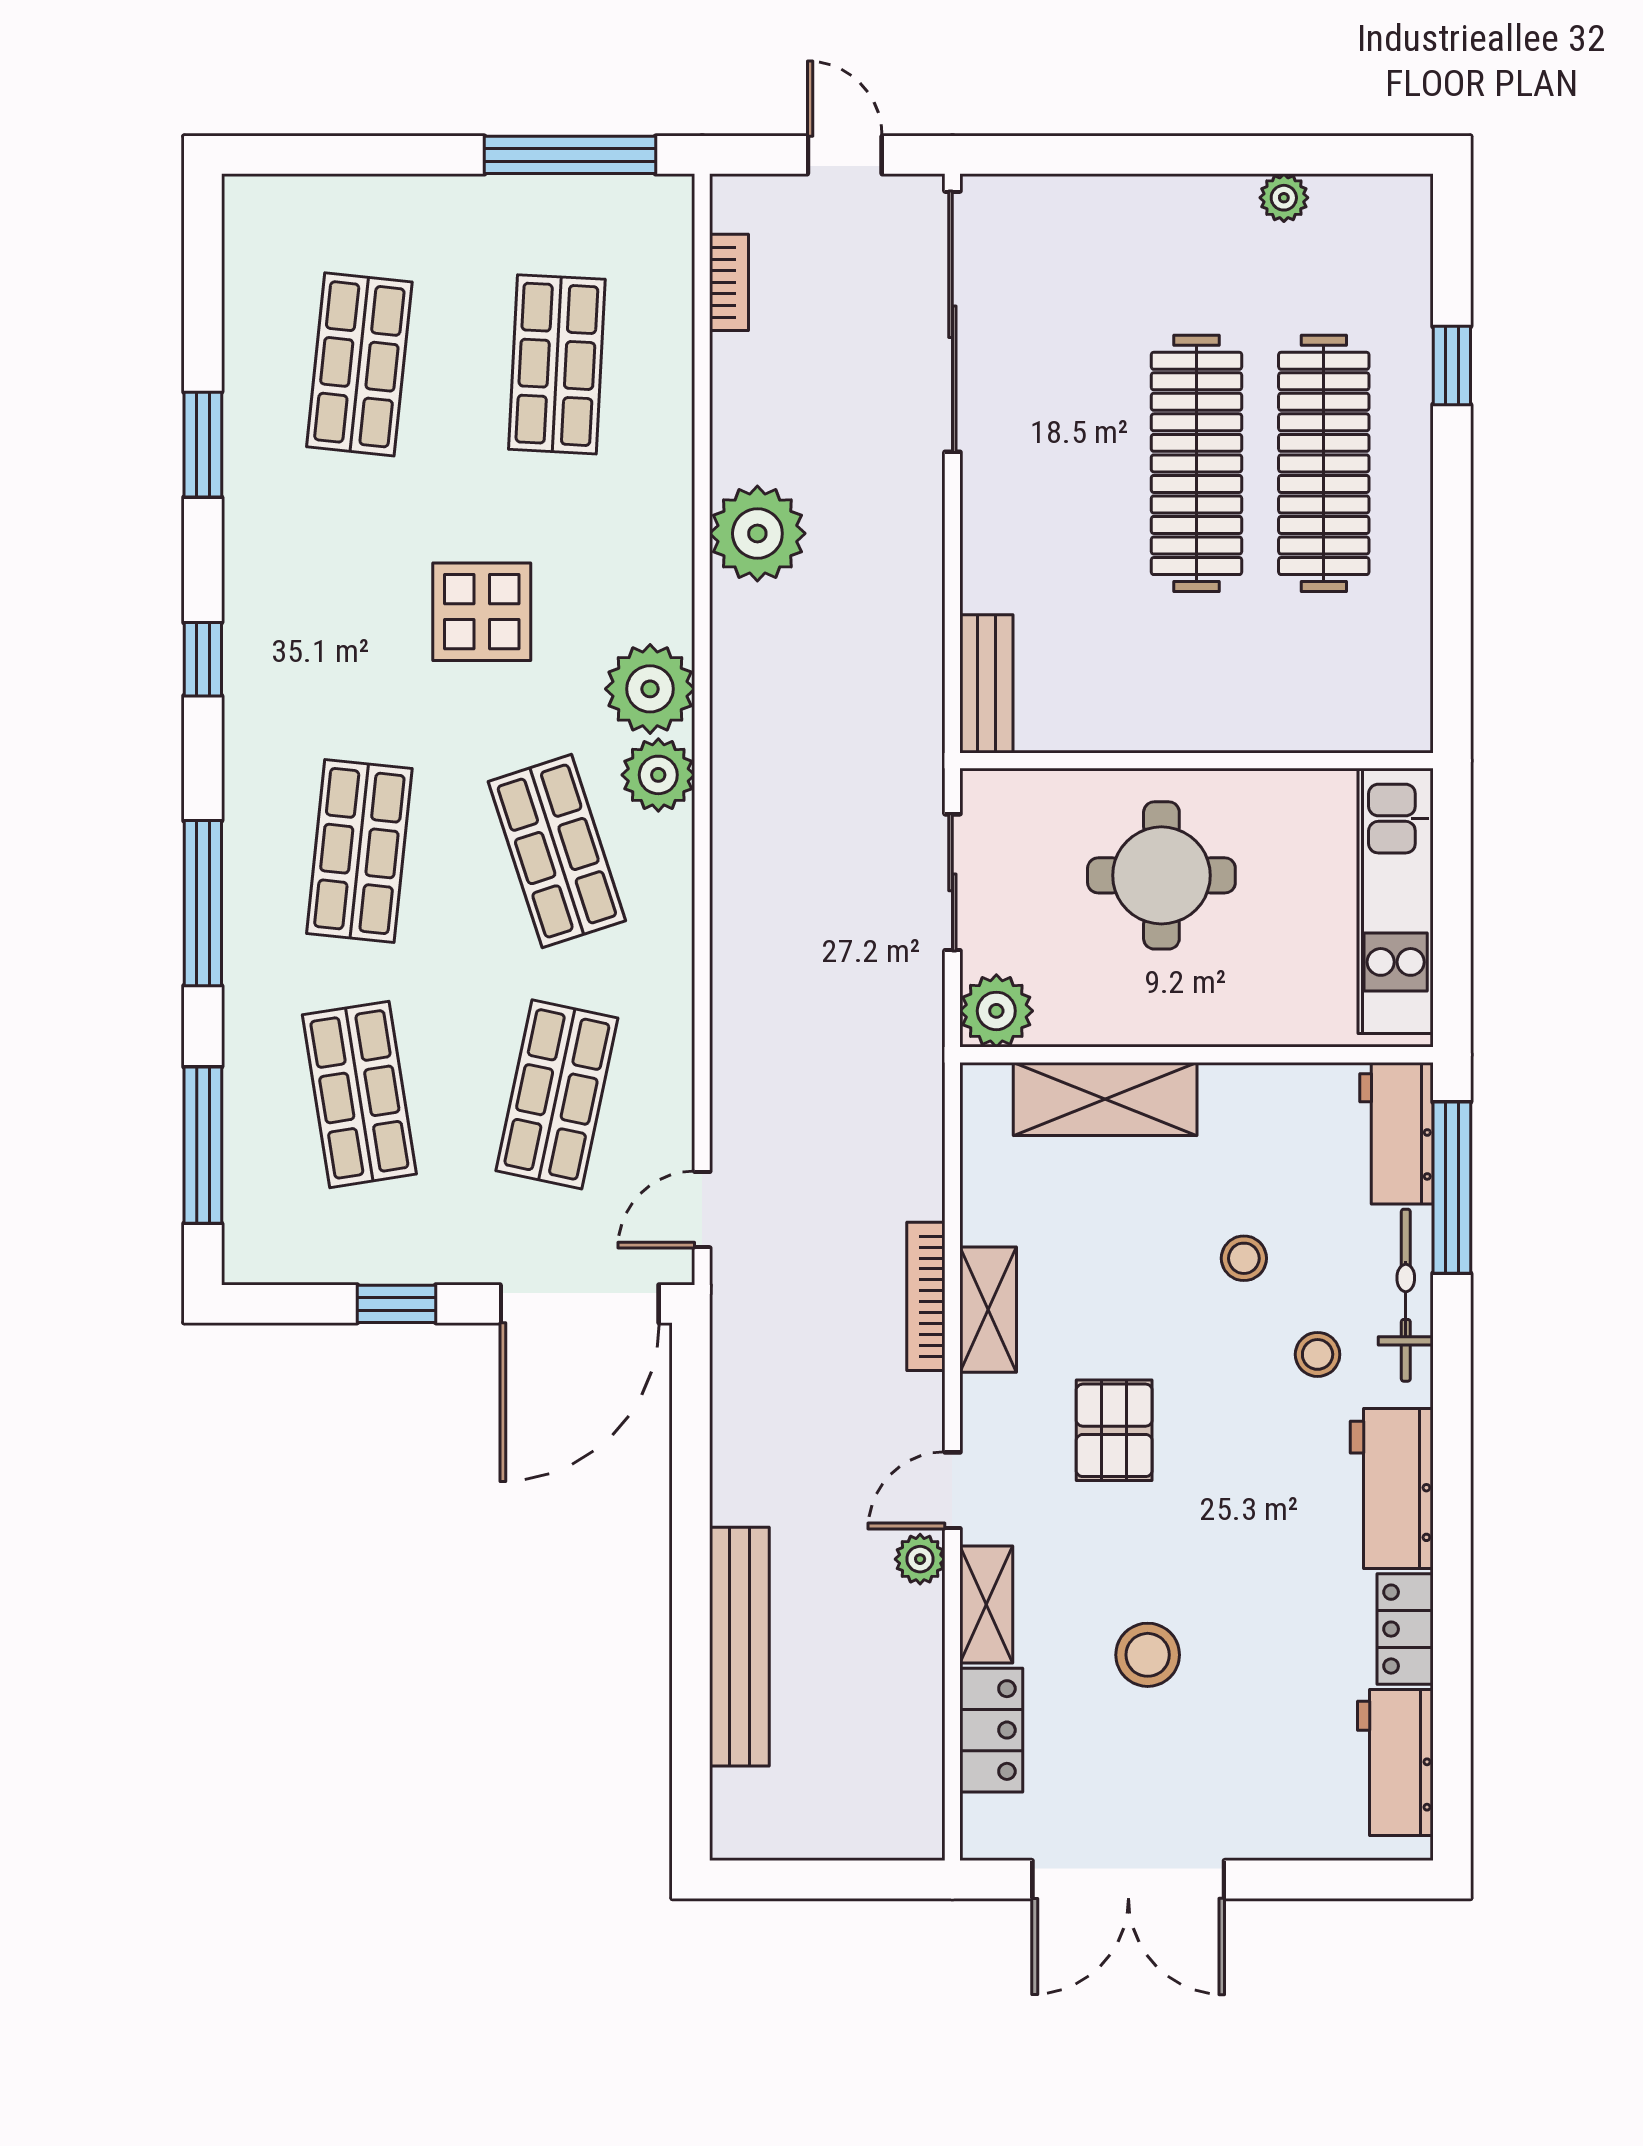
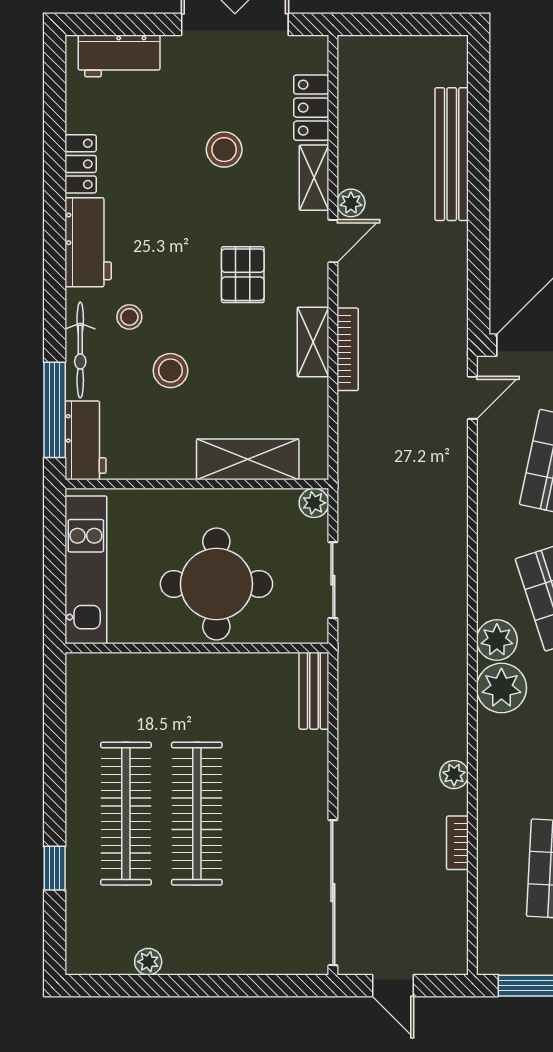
bookcase: (729, 282) -> (457, 843), moved
plant: (757, 533) -> (454, 775), width x0.53, depth x0.53
round table: (1161, 875) -> (216, 584), width x1.36, depth x1.36
plant: (996, 1011) -> (314, 503), width x0.73, depth x0.73
stool: (1244, 1258) -> (170, 371), width x1.37, depth x1.37
workbench: (1395, 1763) -> (119, 56), moved, turned 90

